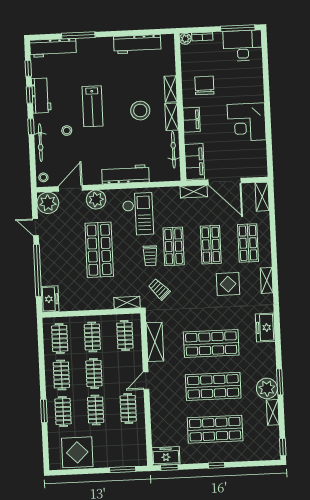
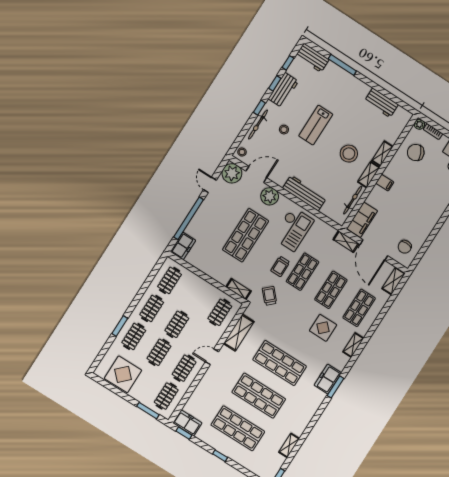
workbench: (137, 44) -> (381, 103), width x0.73
workbench: (53, 48) -> (312, 58), width x0.73
chair: (204, 85) -> (416, 153), moved, turned -114
filing cabinet: (191, 120) -> (385, 183), width x0.50
corner desk: (247, 122) -> (421, 218), removed
chair: (250, 159) -> (405, 247), added
clothes rail: (92, 337) -> (166, 396), moved
window: (280, 382) -> (336, 387), moved
plant: (267, 388) -> (297, 425), removed

